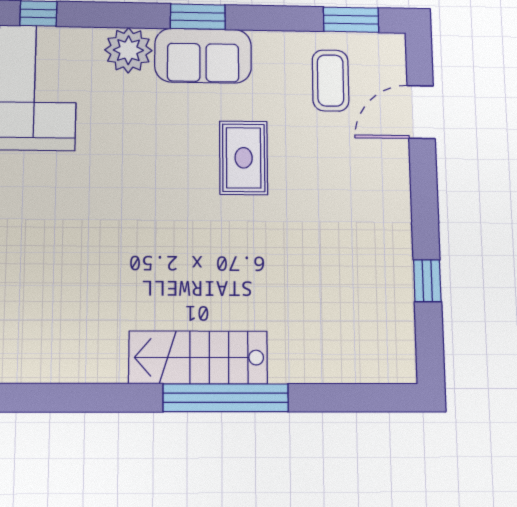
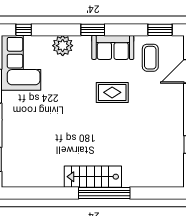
sofa: (203, 56) -> (113, 47), moved
rug: (244, 158) -> (112, 92), turned 90

